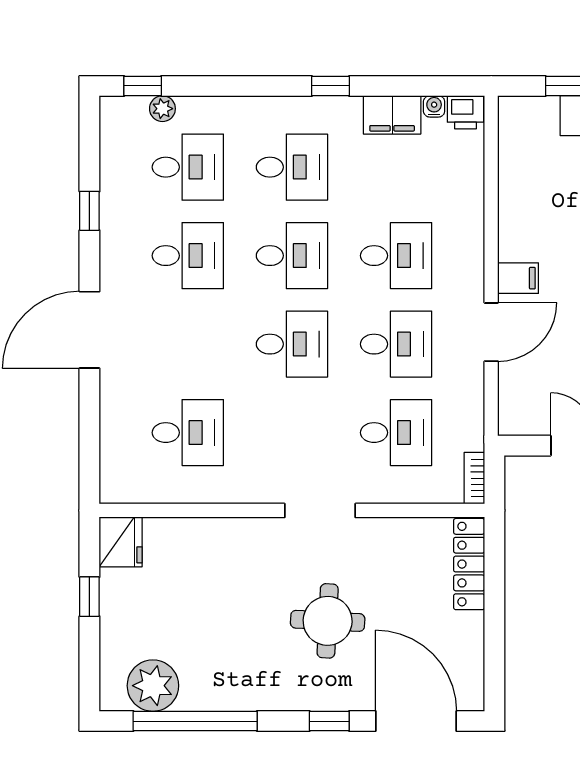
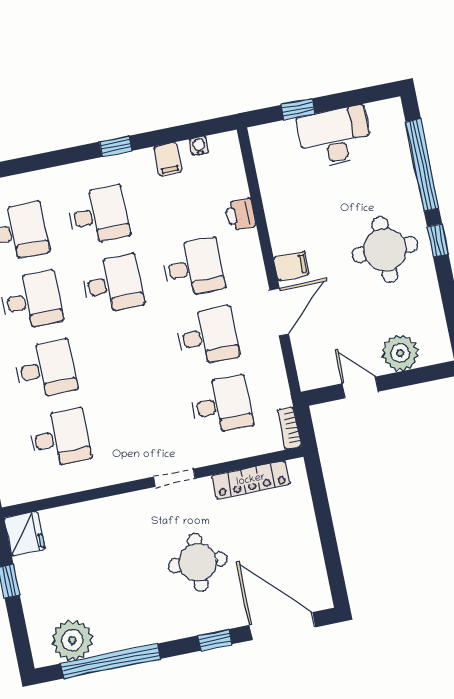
printer: (466, 112) -> (241, 214), moved, turned 90
filing cabinet: (392, 115) -> (168, 159), width x0.50
desk: (292, 344) -> (45, 369), moved
doorway: (320, 510) -> (174, 478), width x0.73
locker: (469, 564) -> (251, 480), moved, turned -90

